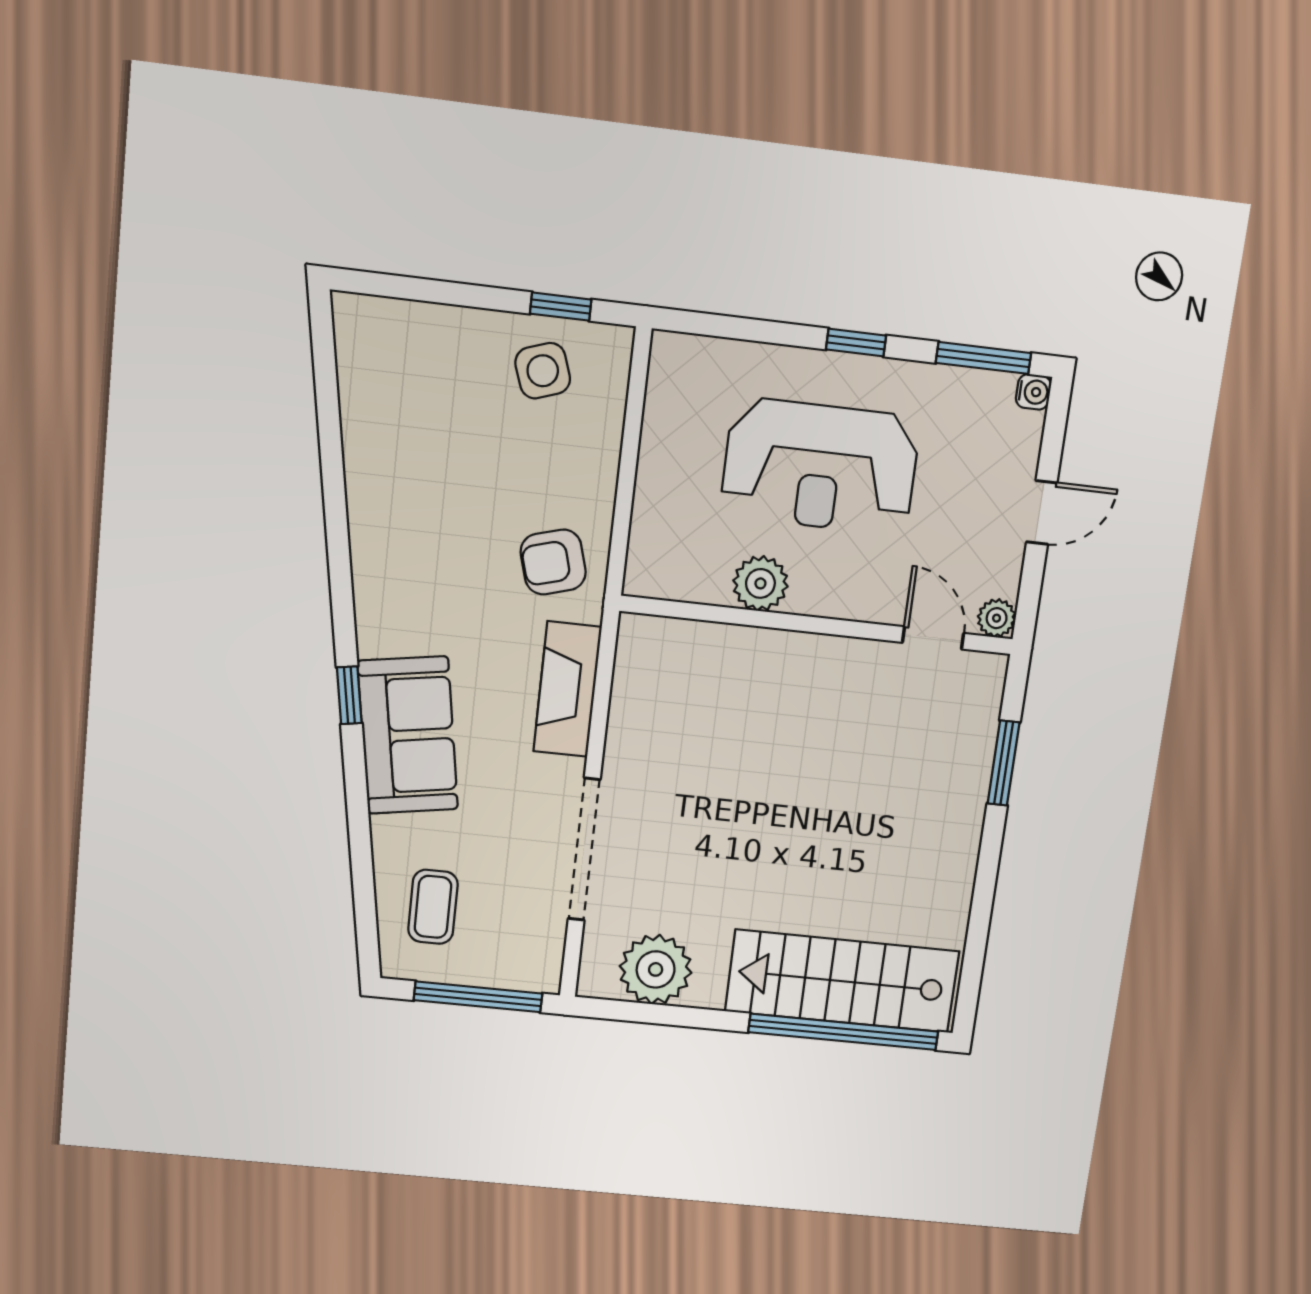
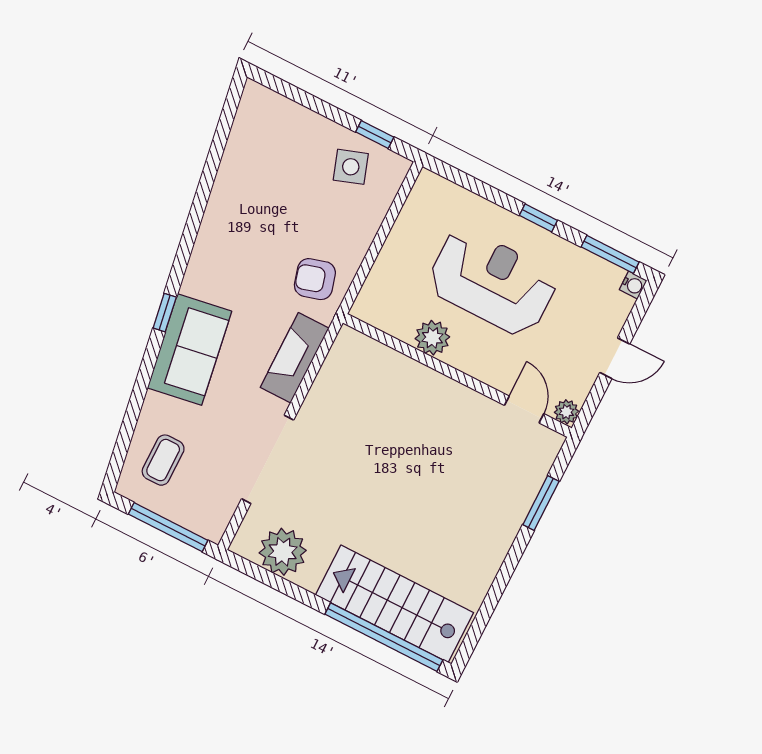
reception desk: (820, 466) -> (492, 282), turned 180

